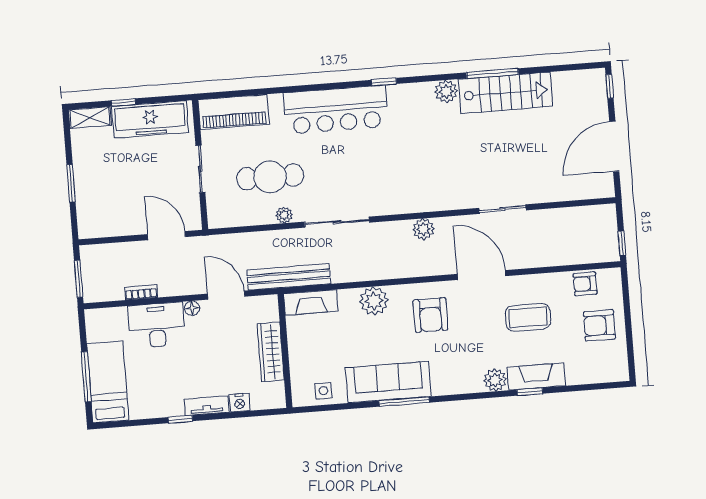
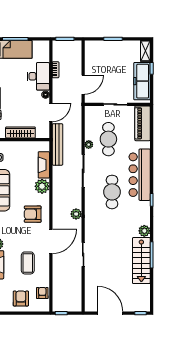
cafe table: (374, 162) -> (112, 192), added
fireplace: (311, 302) -> (44, 165), moved

